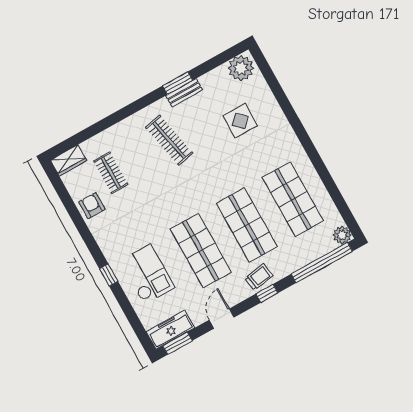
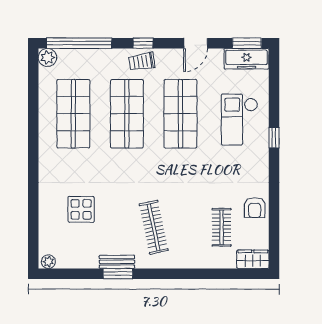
plant: (241, 68) -> (48, 262), width x0.53, depth x0.53

